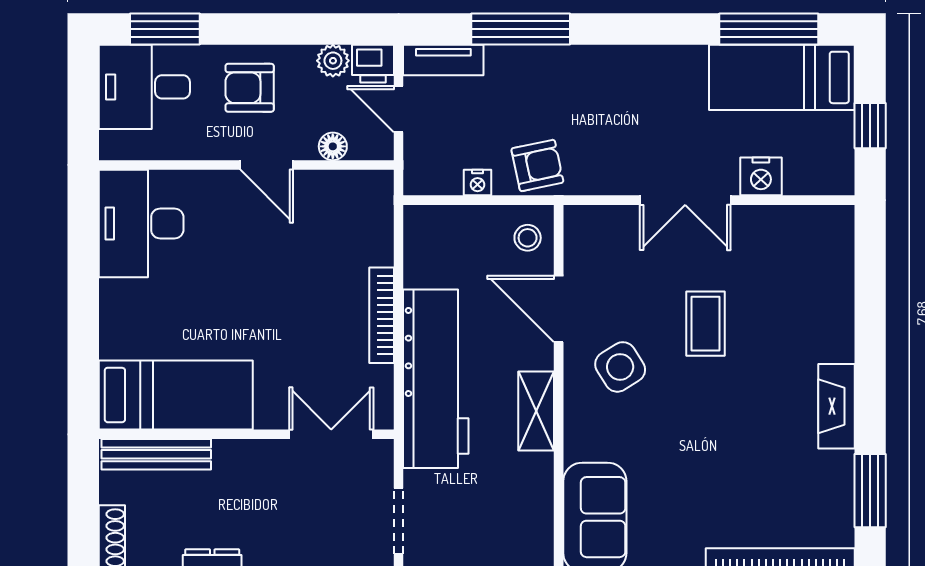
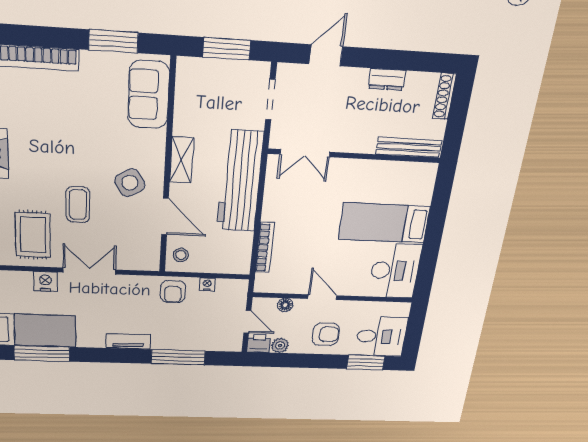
tv unit: (443, 60) -> (128, 341), moved
armchair: (537, 165) -> (173, 292), turned -78
rug: (781, 264) -> (33, 235), added
bookcase: (382, 315) -> (265, 248), moved
bed: (176, 395) -> (384, 223), moved

